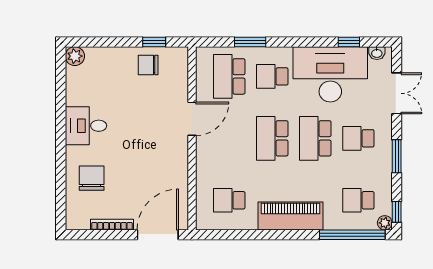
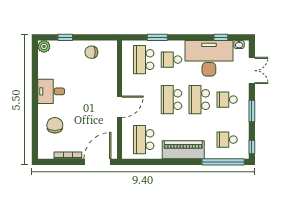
window: (154, 42) -> (65, 37), moved
door: (192, 119) -> (120, 107), moved
school desk: (229, 200) -> (144, 140), width x1.85
plant: (385, 223) -> (244, 154), removed

